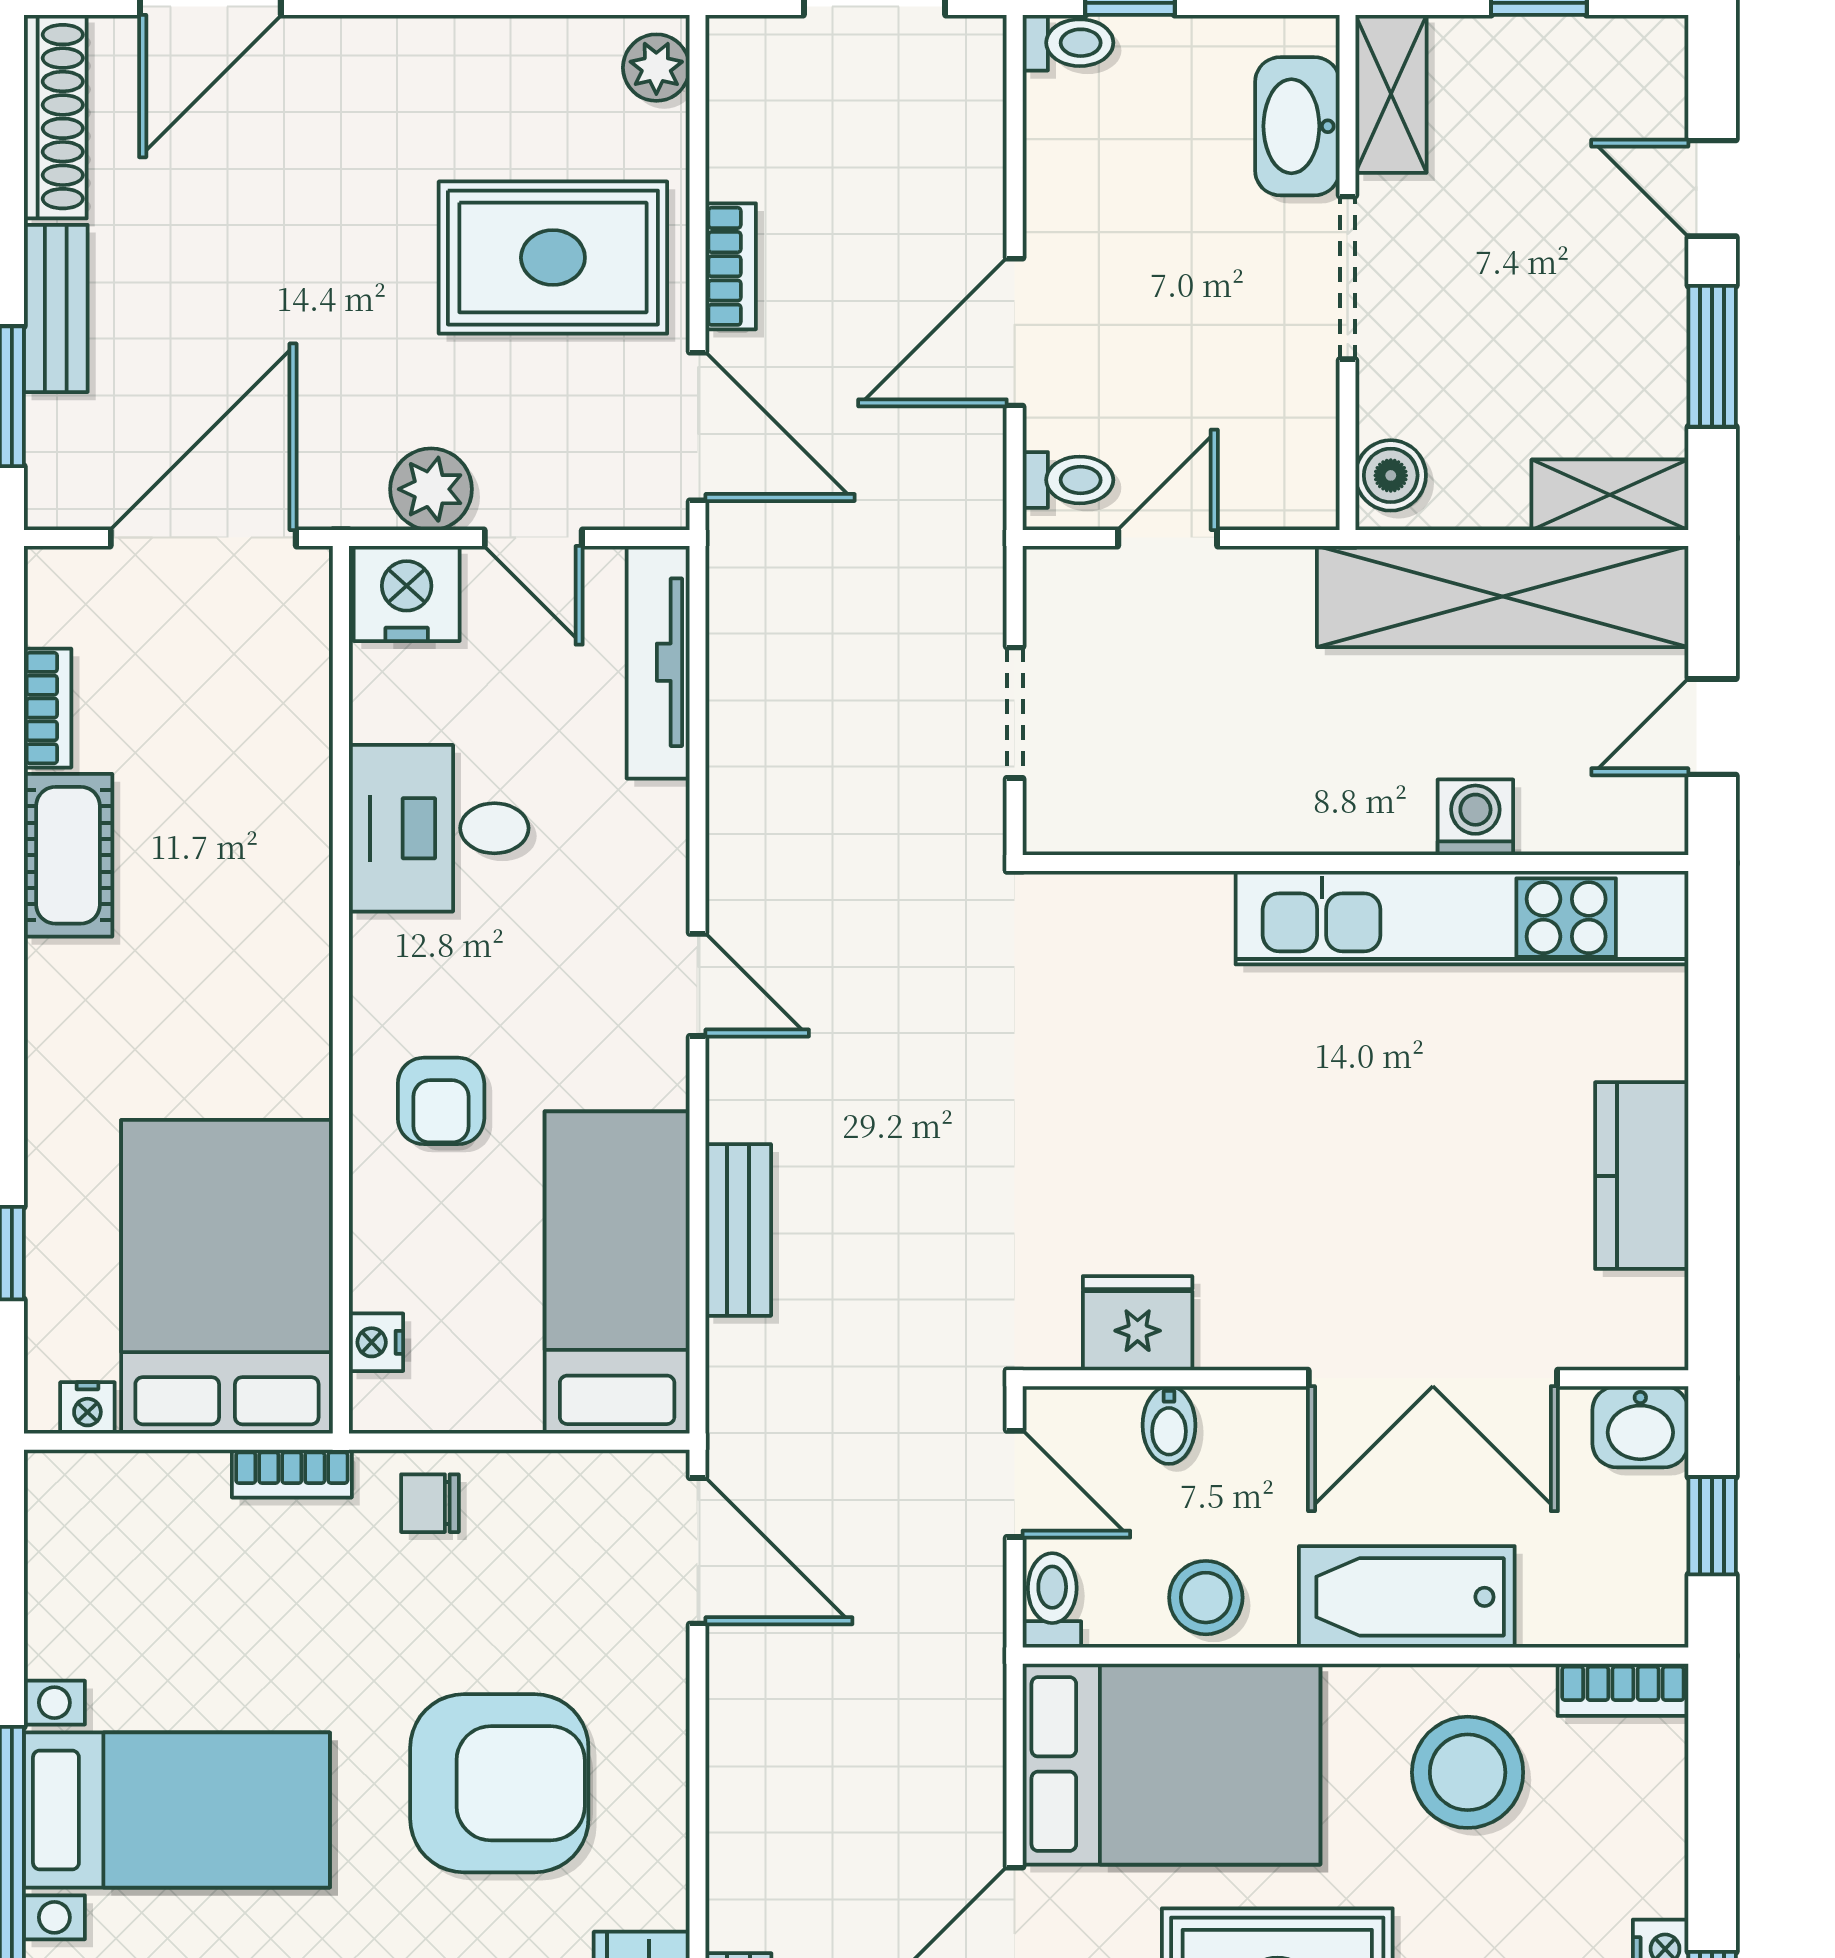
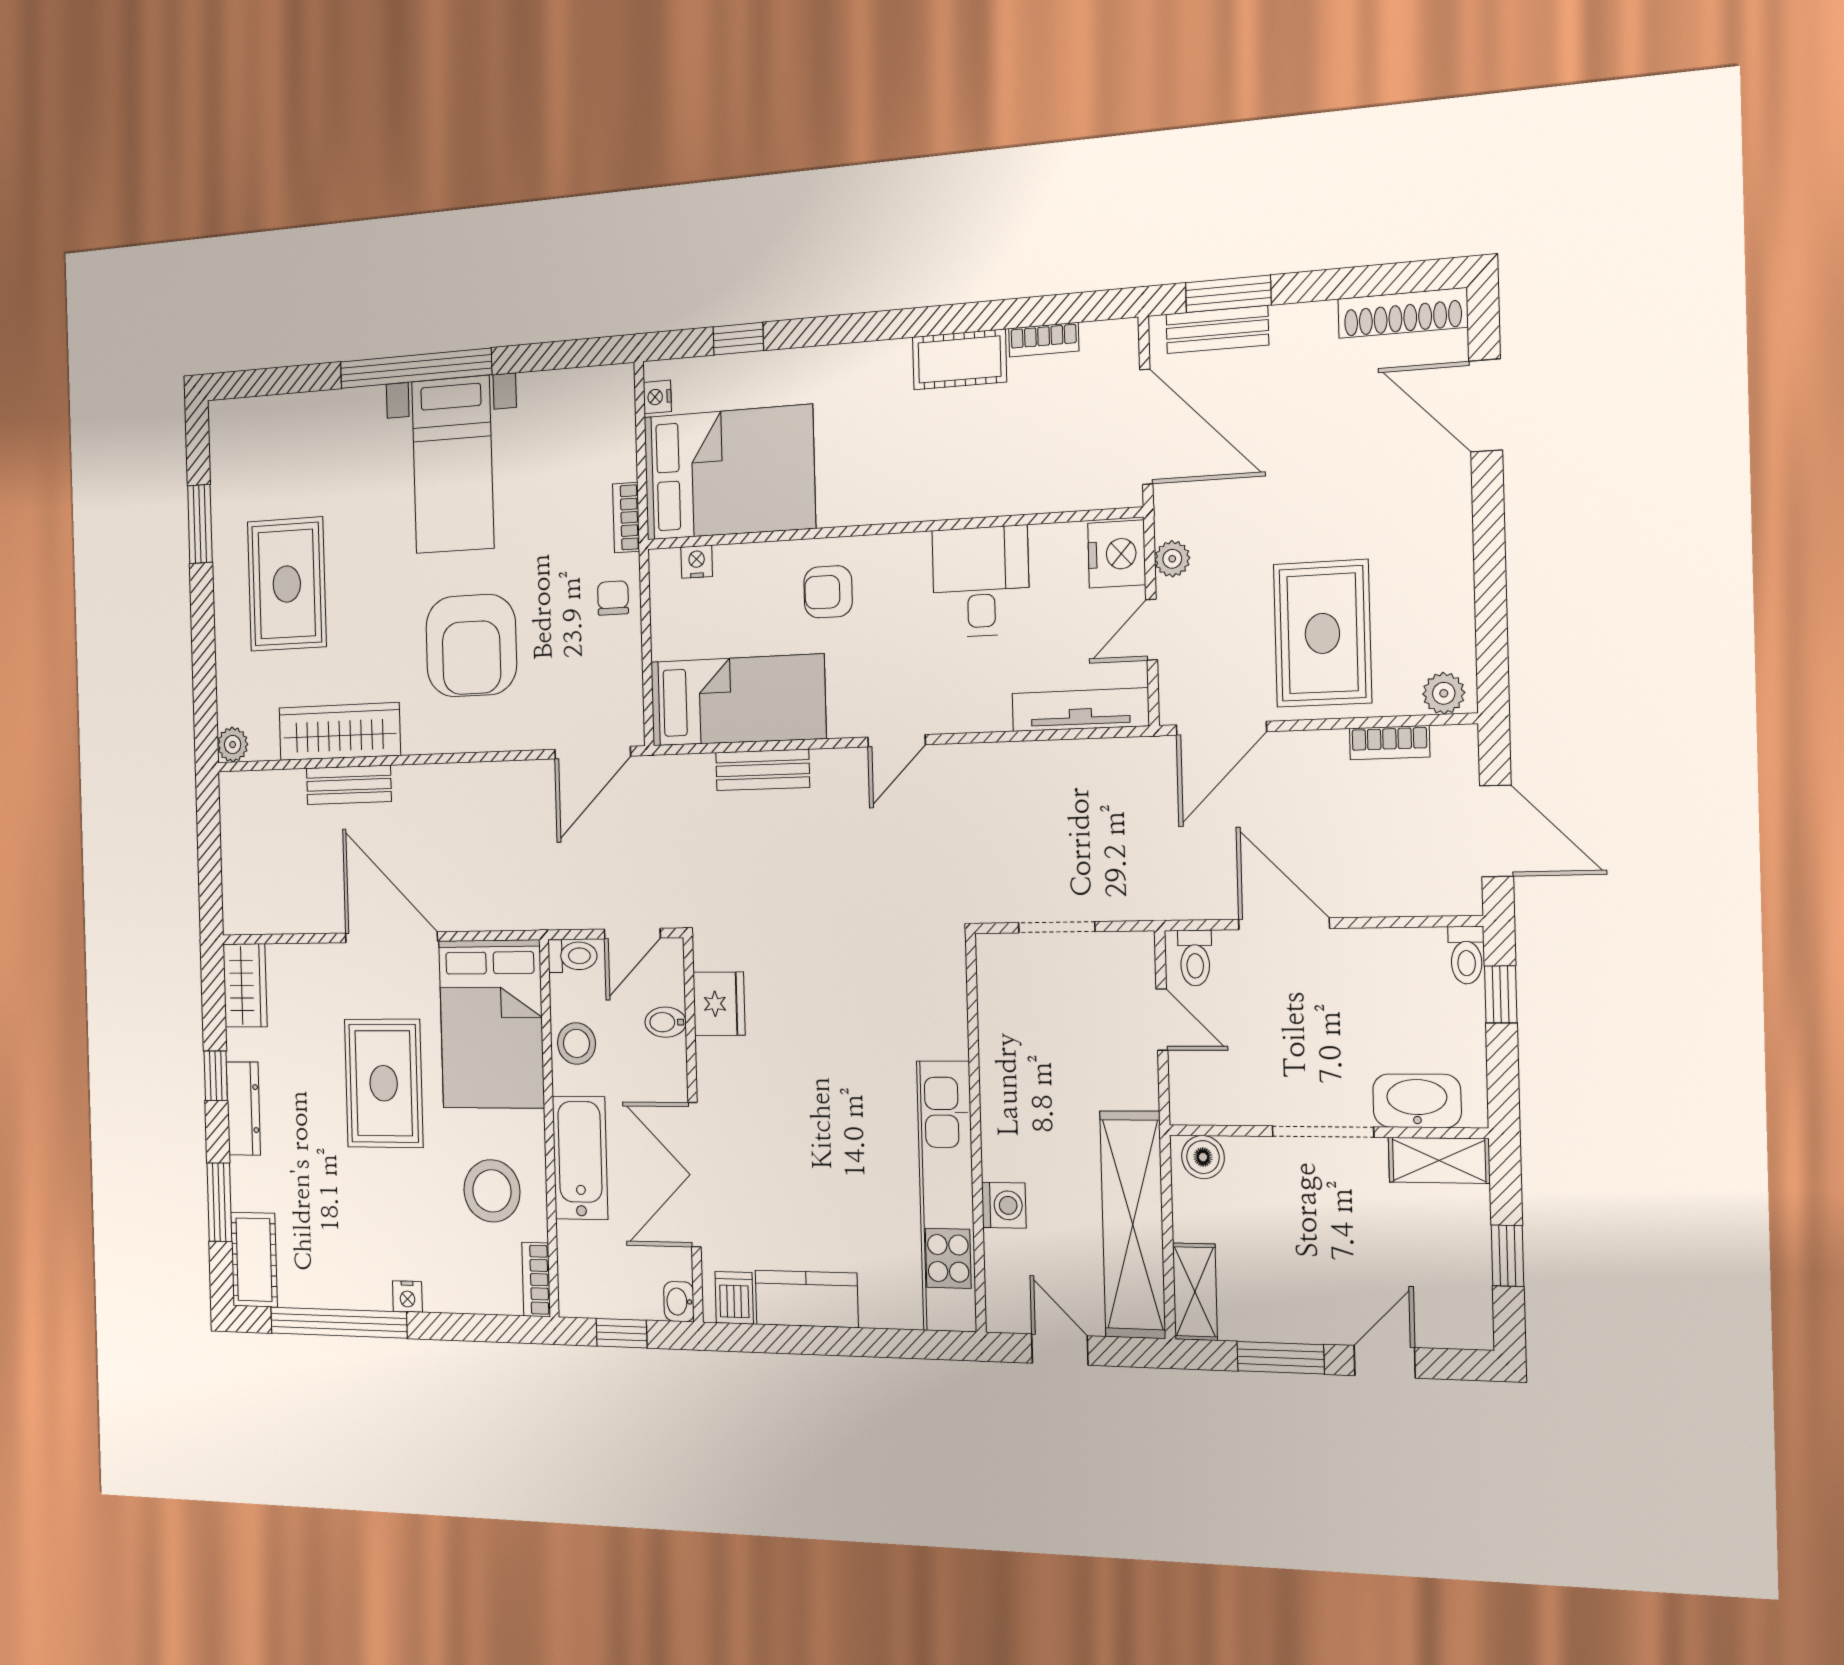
bookcase: (731, 266) -> (1389, 743), moved
bench: (56, 308) -> (1217, 330), moved
plant: (431, 489) -> (1172, 559), width x0.73, depth x0.73
dishwasher: (1644, 1310) -> (734, 1298), added
washbasin: (1640, 1427) -> (679, 1302), width x0.72, depth x0.69

